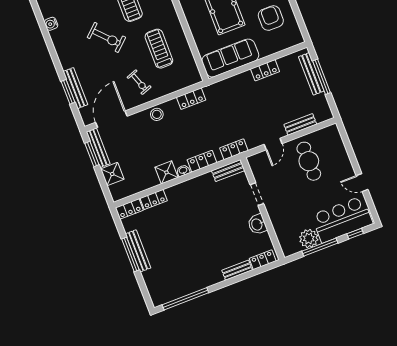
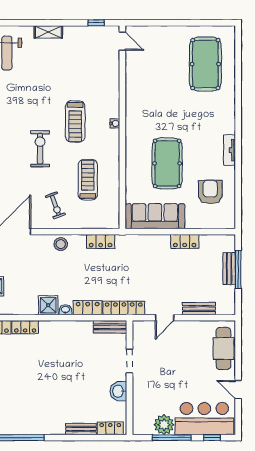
exercise bike: (106, 37) -> (40, 149), turned -137
bench: (311, 74) -> (229, 269), width x0.73
locker: (234, 149) -> (124, 308), width x1.53
cafe table: (309, 161) -> (223, 349), moved

